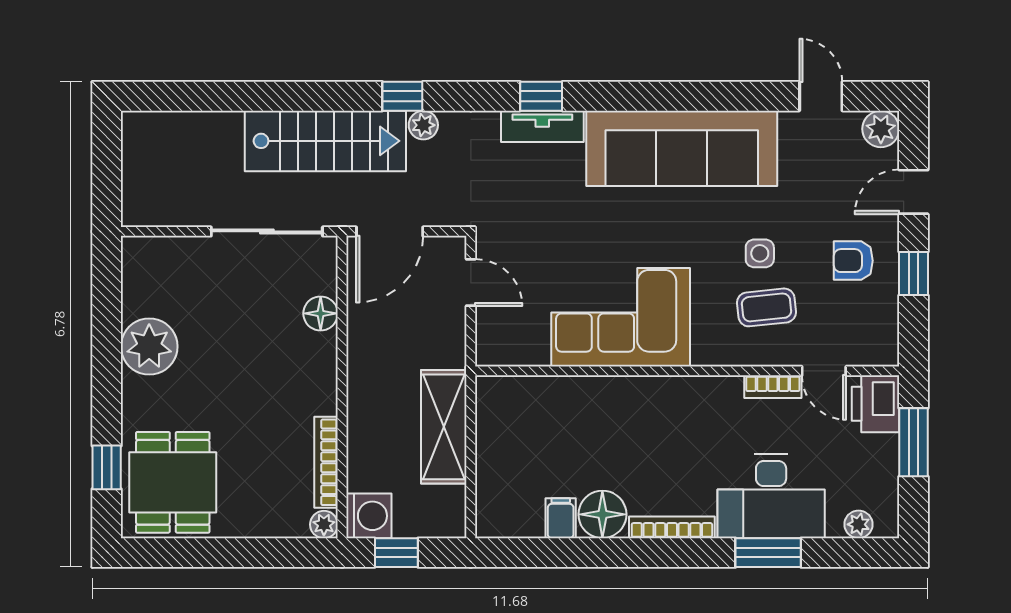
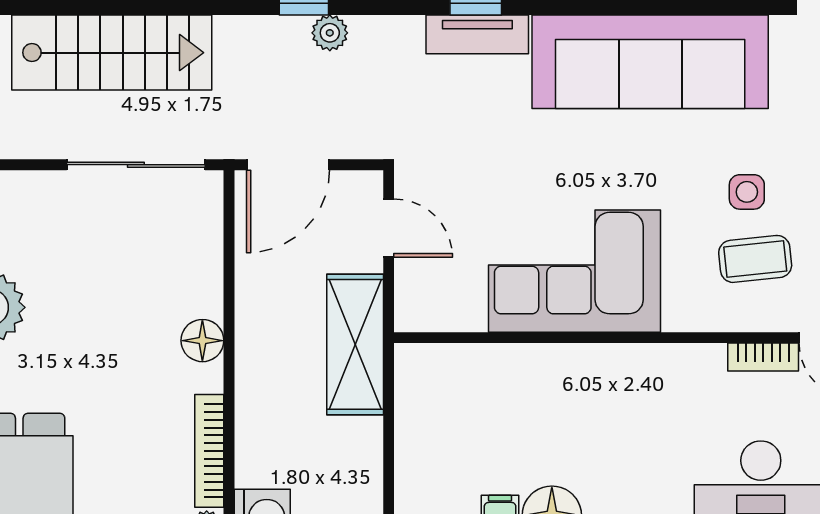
stairs: (325, 141) -> (112, 53), moved
floor lamp: (321, 313) -> (202, 341), moved
shelving: (444, 427) -> (355, 344), moved

